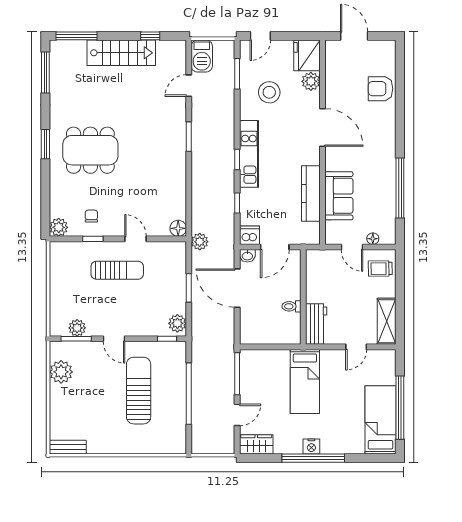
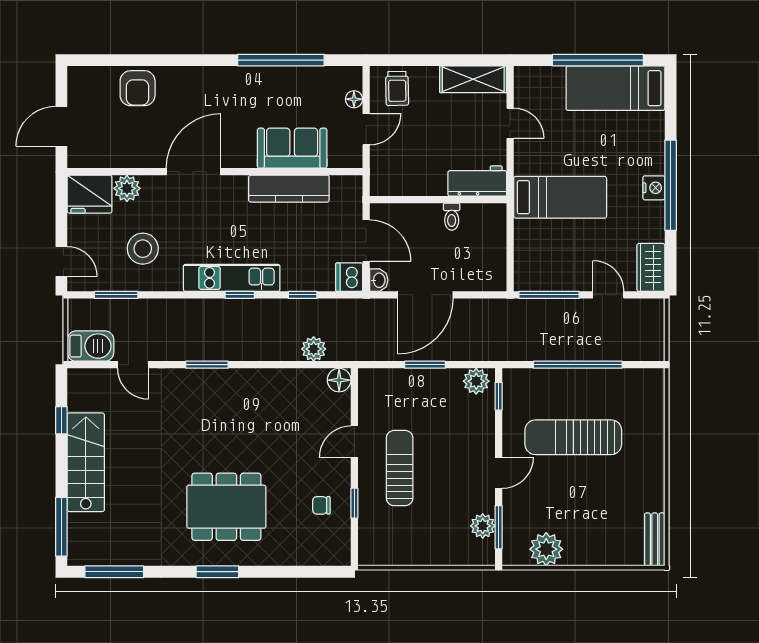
dining table: (90, 150) -> (226, 507), turned 90
plant: (59, 227) -> (338, 553), removed
plant: (200, 242) -> (314, 349), moved

